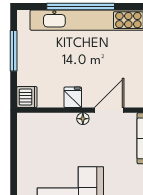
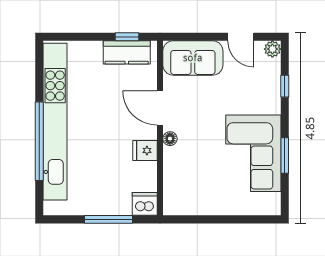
window: (14, 51) -> (108, 219), moved

